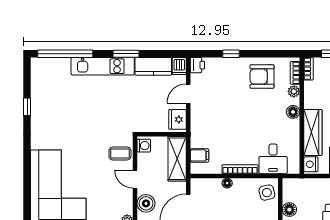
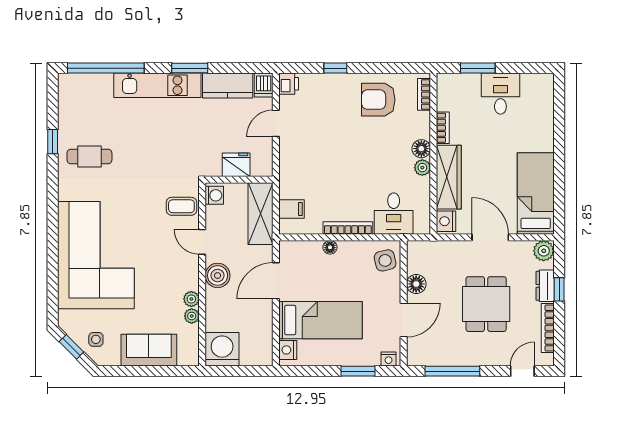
bookcase: (309, 69) -> (443, 128), moved
plant: (294, 91) -> (422, 168), moved
cafe table: (54, 118) -> (89, 157), added
fridge: (177, 119) -> (236, 165), moved, turned 90

